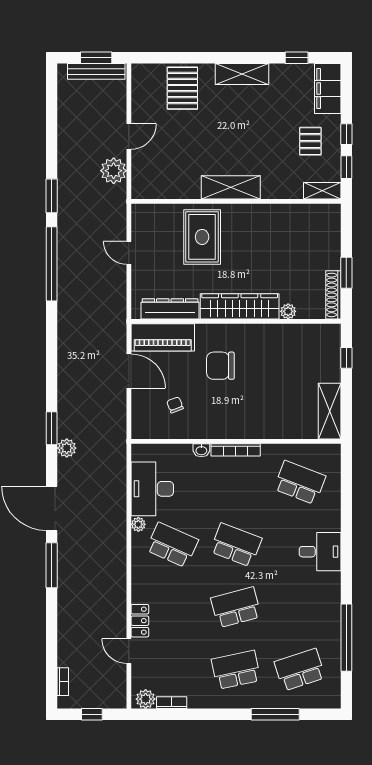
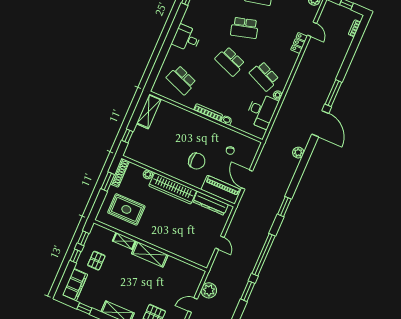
shelving: (322, 191) -> (124, 241), moved
rug: (202, 237) -> (126, 209), moved, turned 90
window: (52, 428) -> (284, 207), moved

